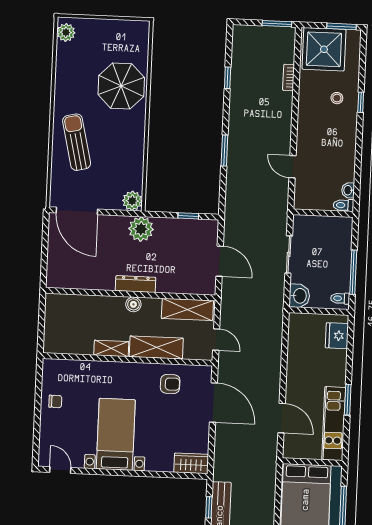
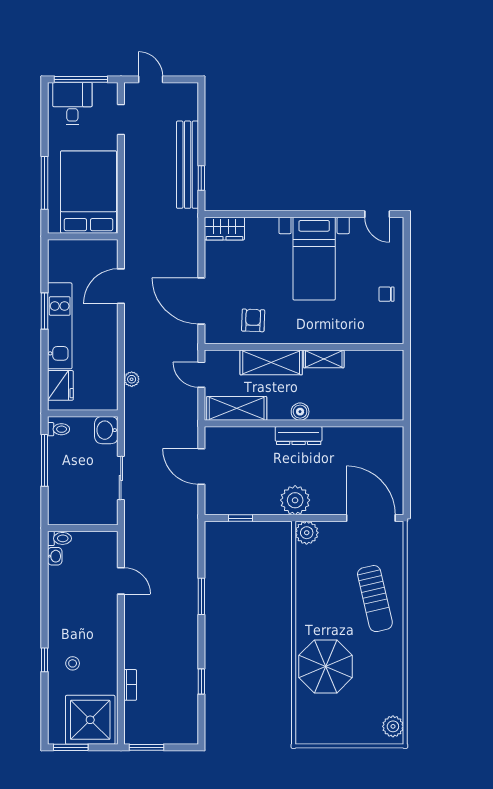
plant: (276, 338) -> (132, 379), added
armchair: (170, 384) -> (253, 320), turned 92
door: (282, 418) -> (121, 286), hinge flipped
kitchen unit: (334, 424) -> (60, 326), moved

